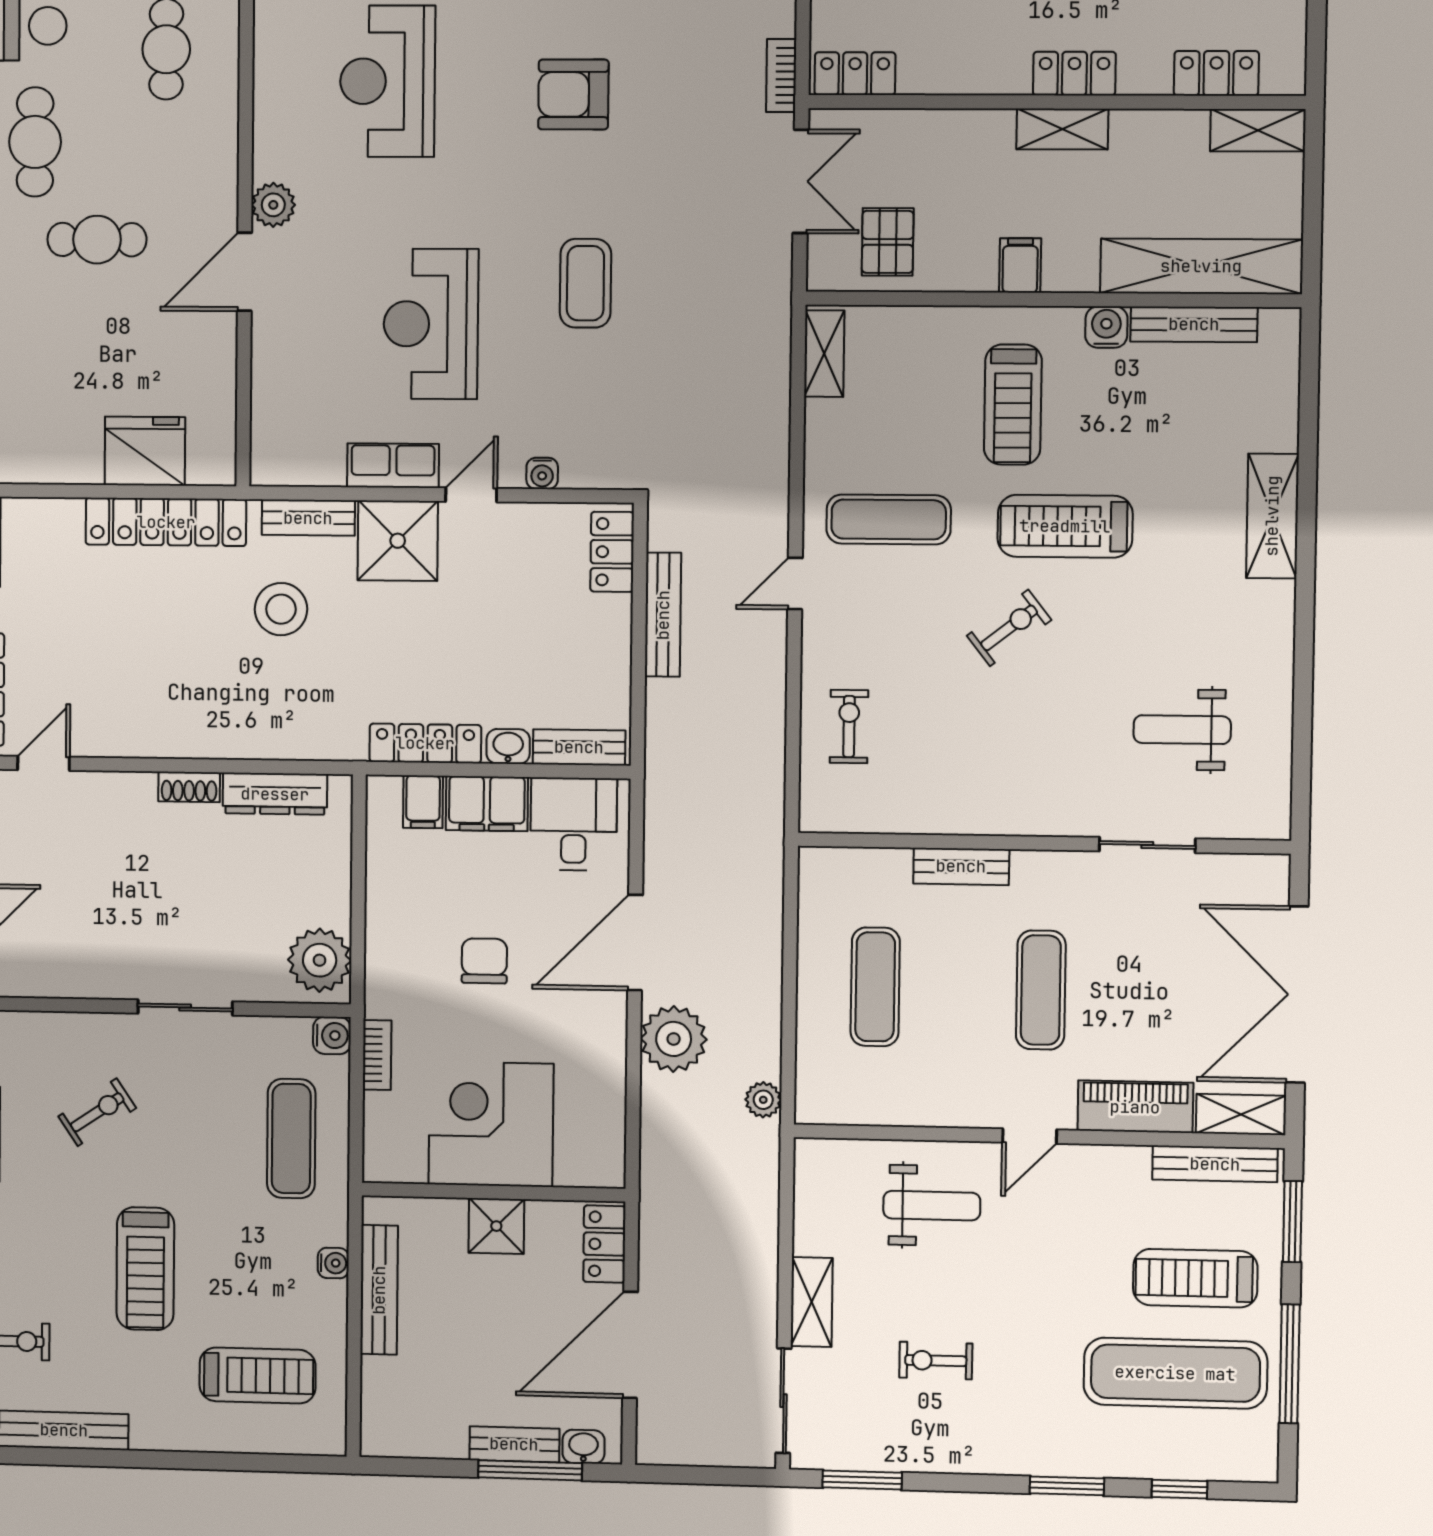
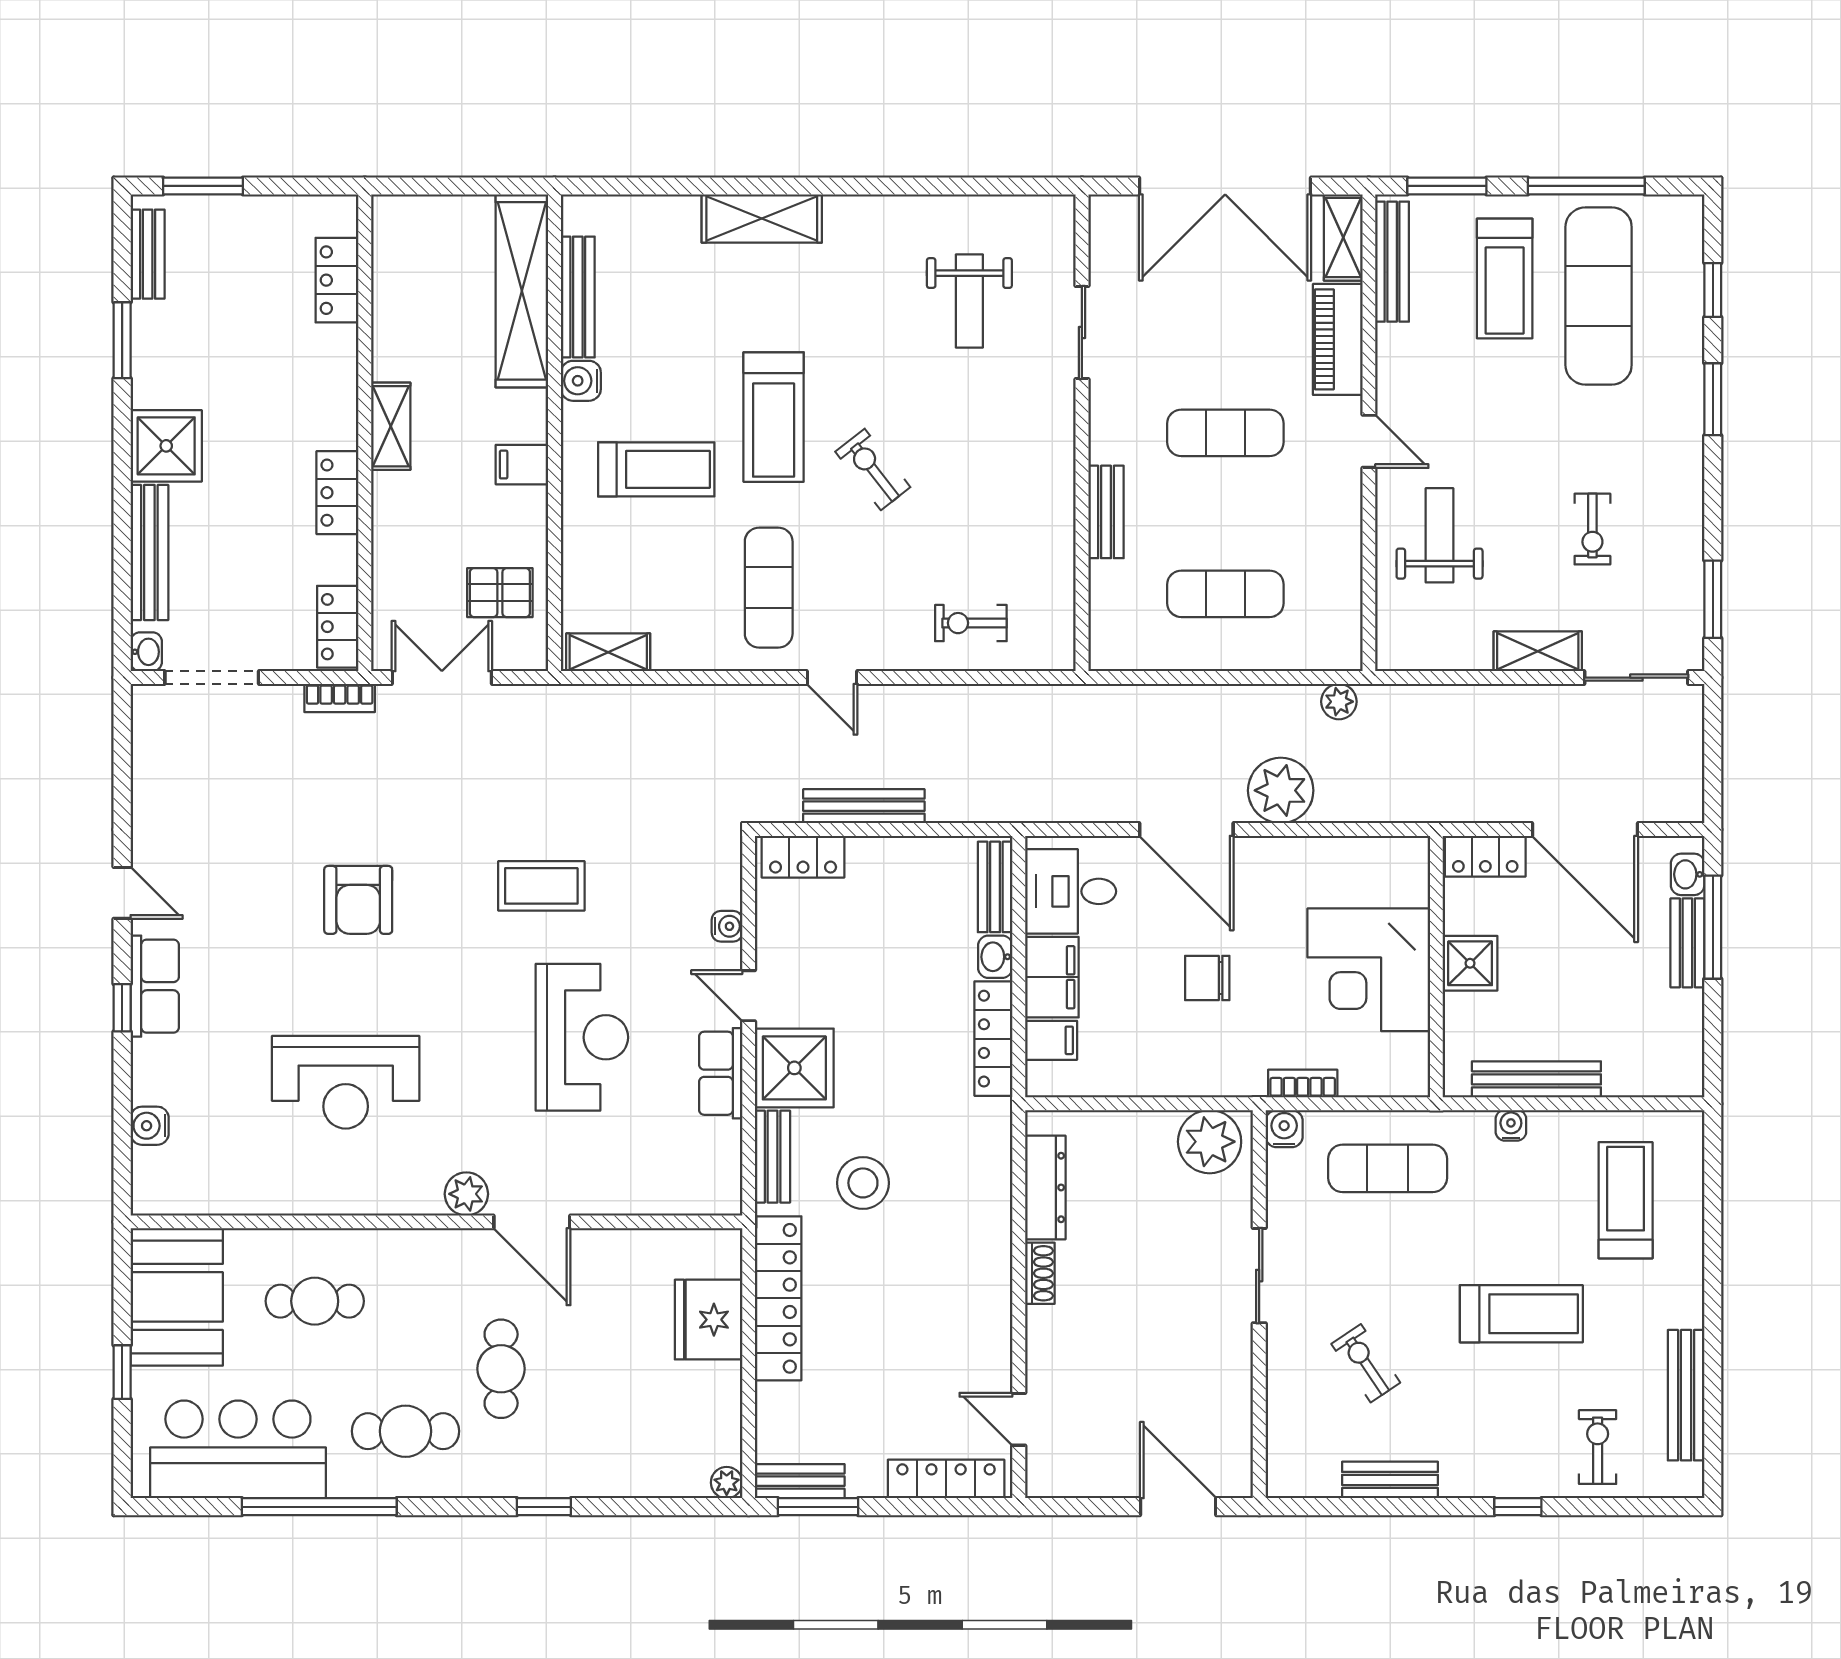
locker: (1074, 74) -> (337, 493), moved
shelving: (1258, 130) -> (391, 240), removed
reception desk: (431, 324) -> (582, 1037), turned -90

